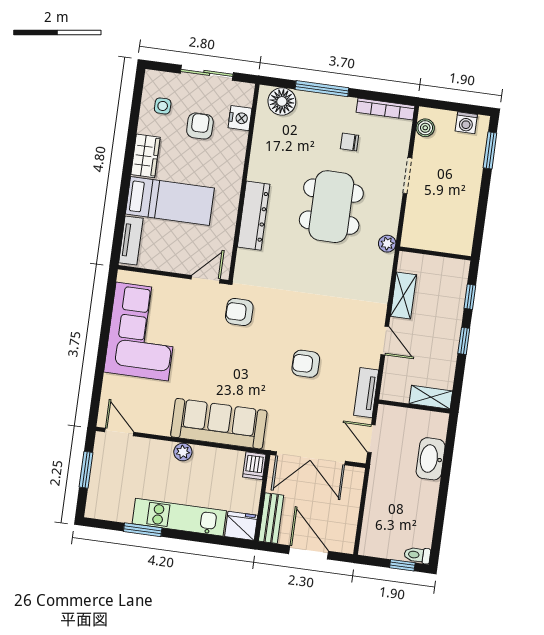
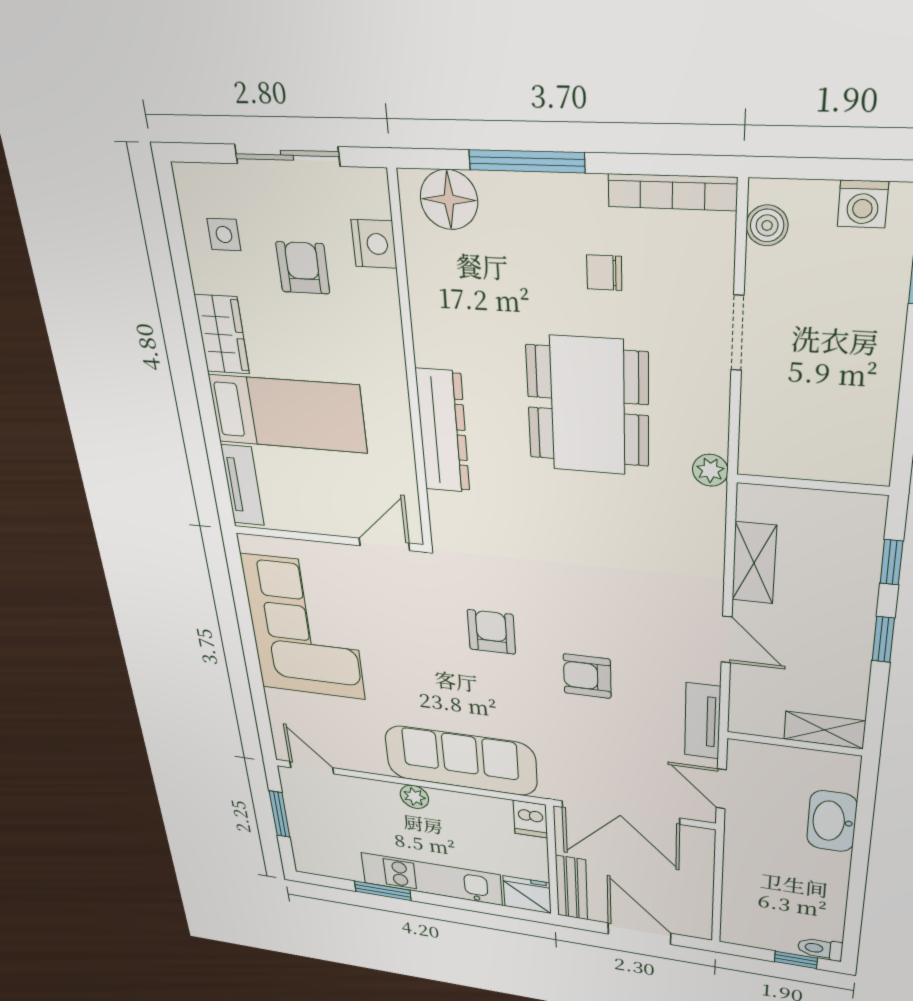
armchair: (239, 312) -> (491, 632), moved, turned 90

